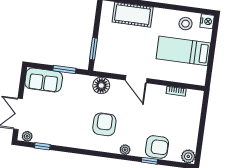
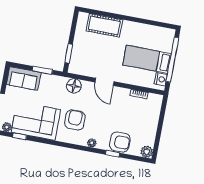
nightstand: (207, 21) -> (161, 79), moved
stool: (186, 24) -> (150, 36), removed
window: (212, 50) -> (172, 60), added
corner sofa: (60, 128) -> (36, 121), added

